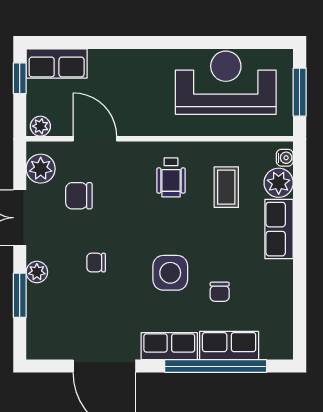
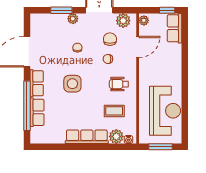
row of seats: (279, 229) -> (87, 137), width x1.48
chair: (220, 292) -> (108, 59), moved

